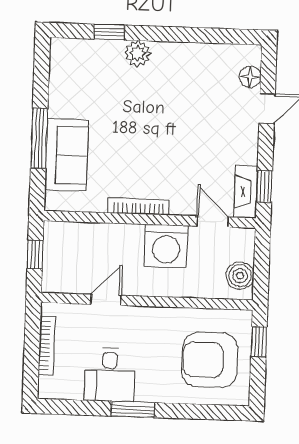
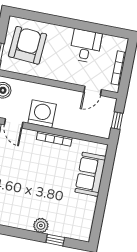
window: (39, 138) -> (104, 186), removed
door: (106, 300) -> (93, 91), moved
armchair: (210, 360) -> (28, 45), turned -86
window: (133, 409) -> (76, 24), removed

